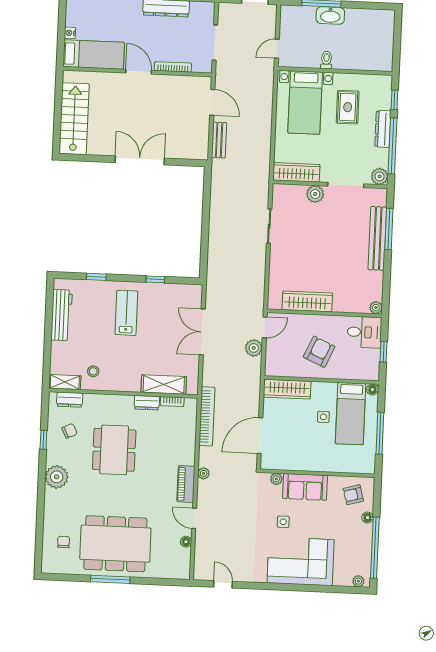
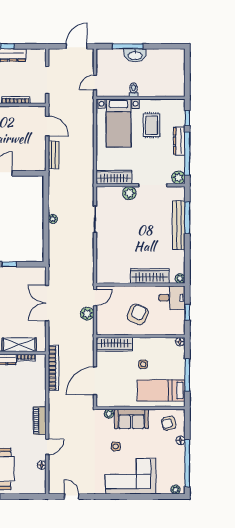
wardrobe: (307, 301) -> (150, 276), moved
bed: (351, 414) -> (161, 390), moved, turned 90
plant: (204, 473) -> (53, 219), moved
door: (194, 518) -> (47, 447), swing flipped

